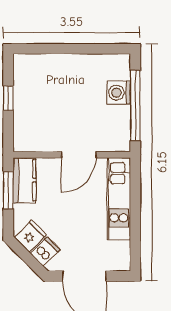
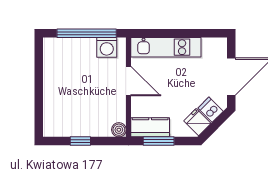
washing machine: (119, 93) -> (107, 47), moved
boiler: (22, 143) -> (119, 130), added

